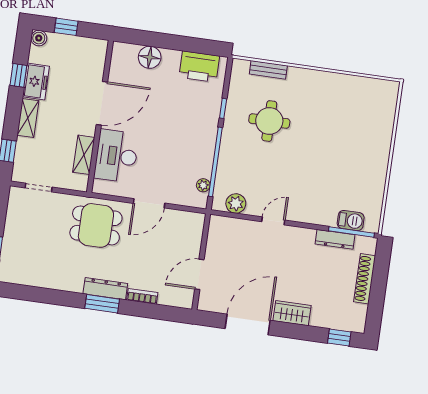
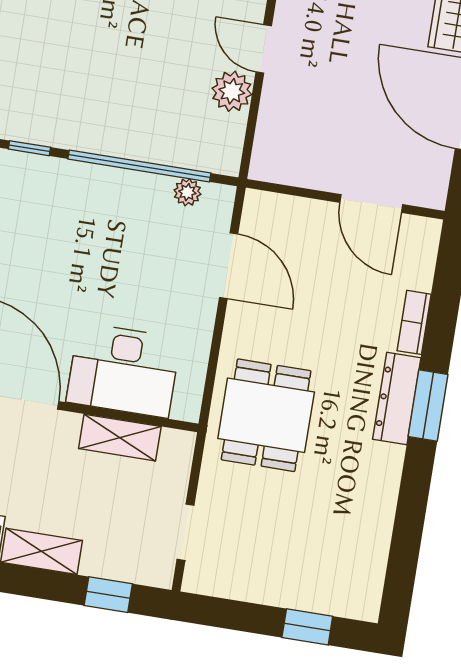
round table: (269, 121) -> (57, 53), removed
door: (149, 203) -> (229, 266), moved
plant: (236, 203) -> (232, 91), moved

